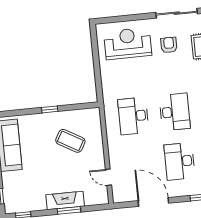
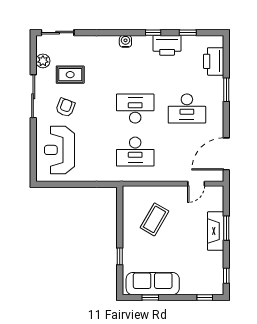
armchair: (169, 45) -> (65, 107), turned 111
window: (50, 109) -> (120, 256), moved
door: (153, 202) -> (226, 154), moved

